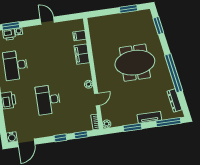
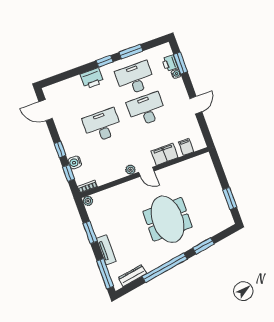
window: (158, 26) -> (203, 246), moved
desk: (43, 61) -> (146, 109), added
door: (97, 99) -> (146, 172), moved
water cooler: (12, 137) -> (75, 162), moved

